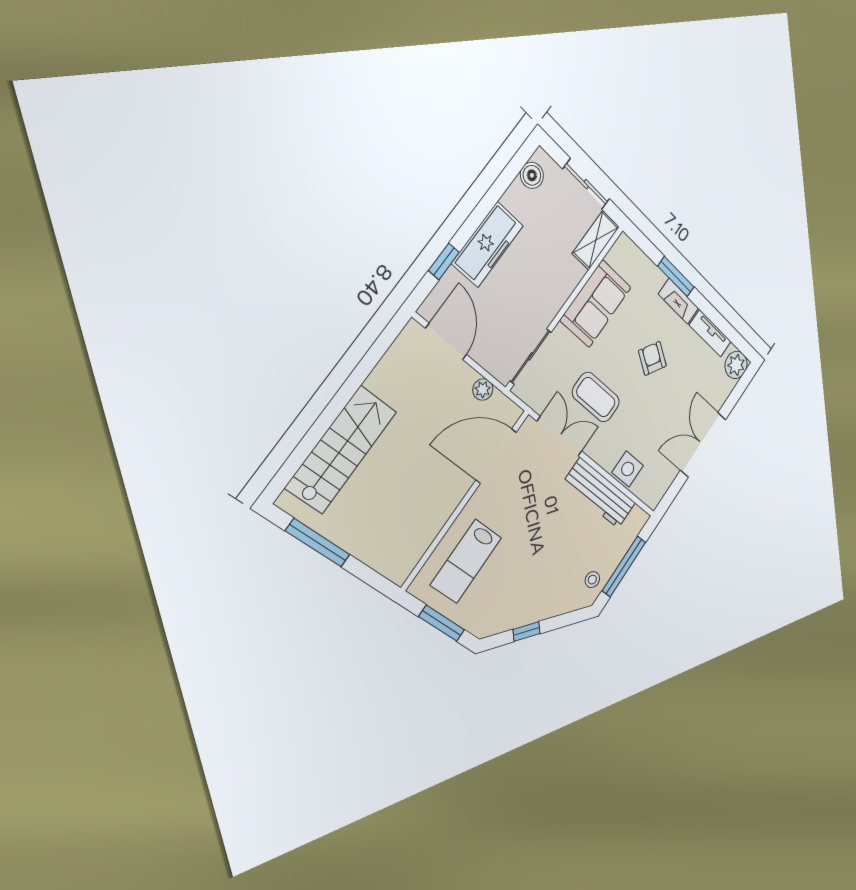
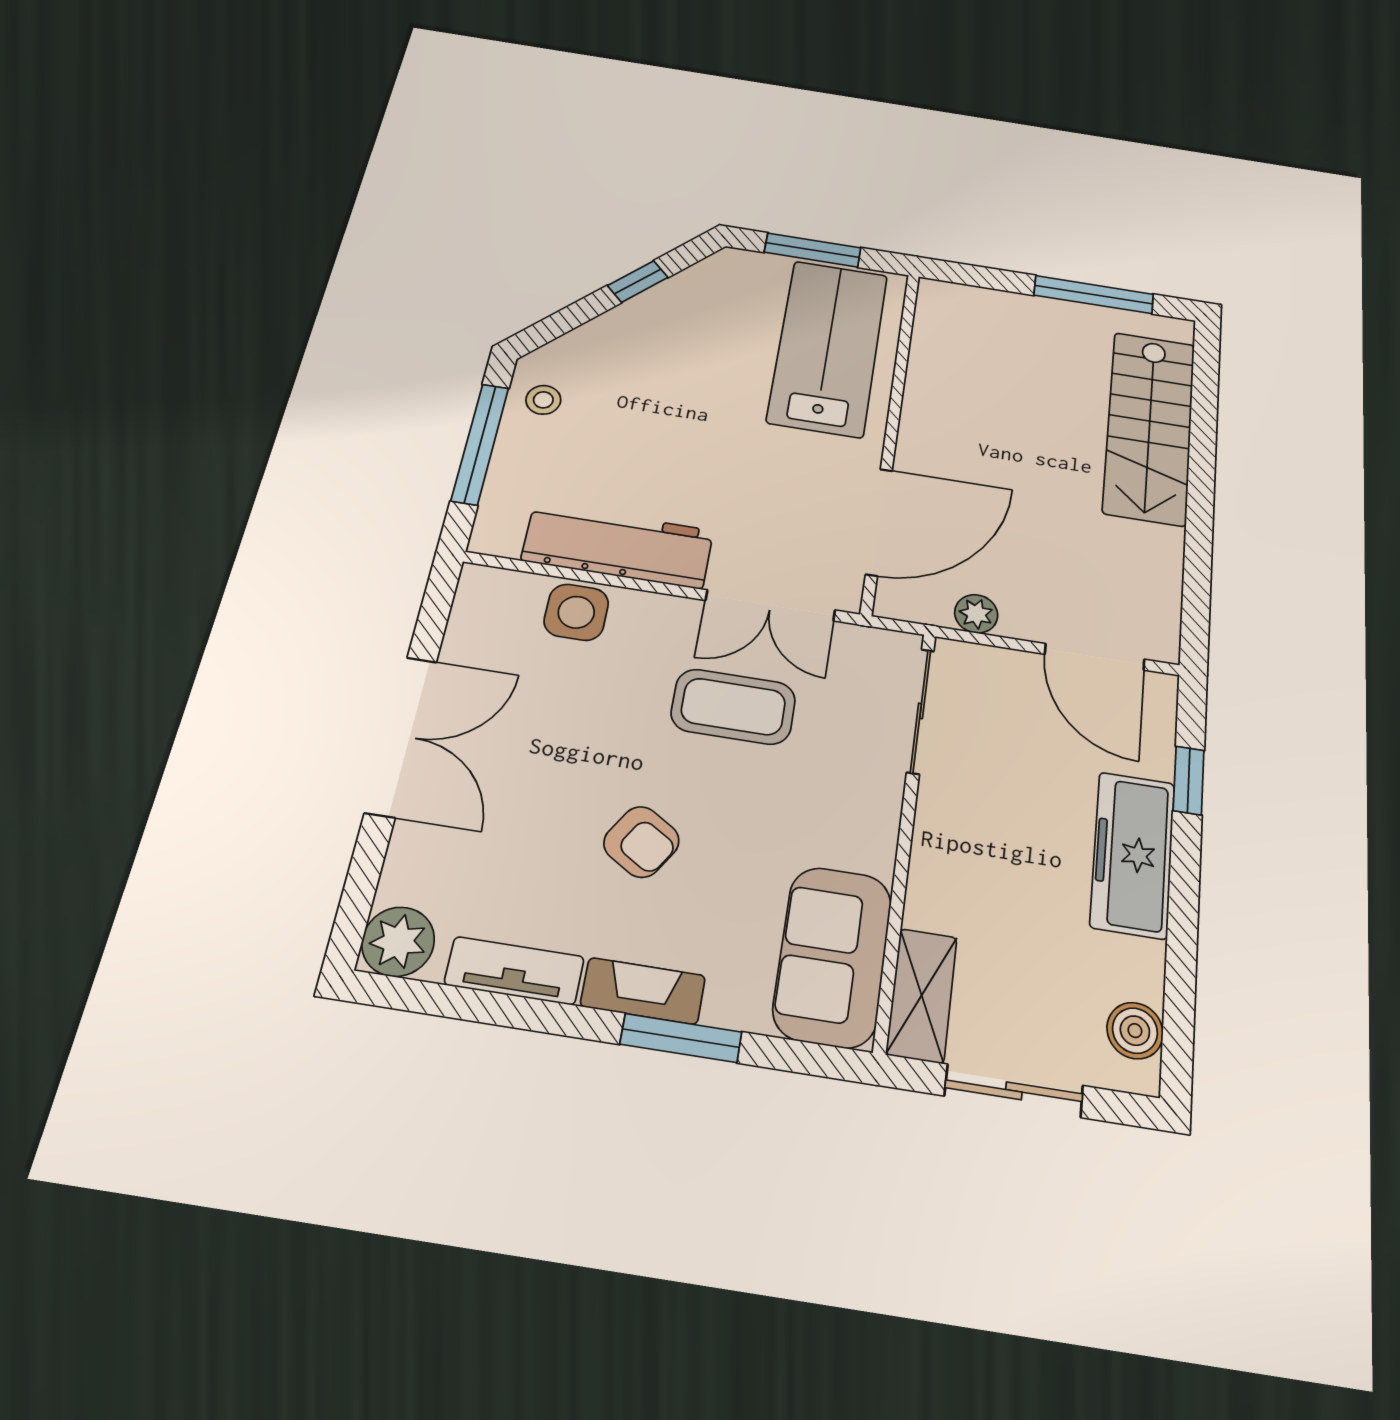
sofa: (596, 304) -> (833, 956), moved
lab bench: (466, 561) -> (828, 348), width x1.36, depth x1.39

